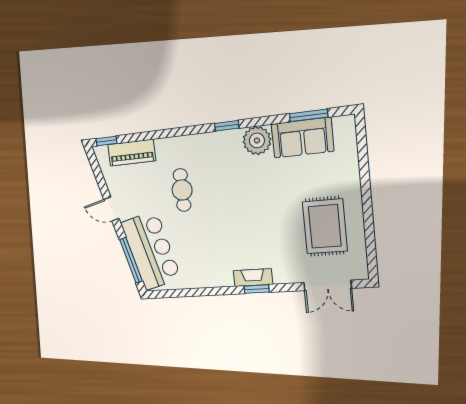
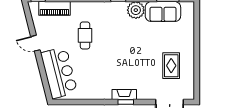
rug: (325, 226) -> (171, 66), width x0.73, depth x0.70
window: (131, 260) -> (44, 78), removed

